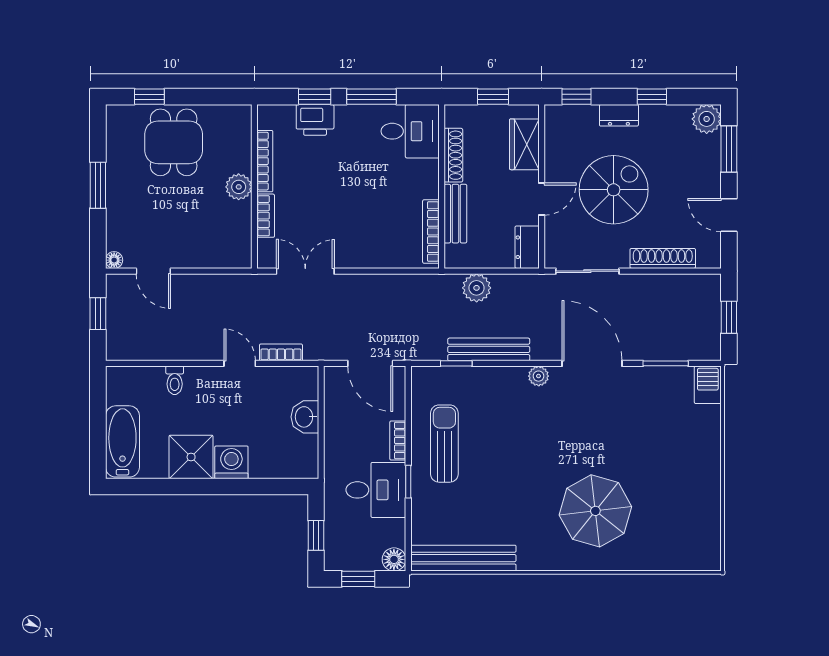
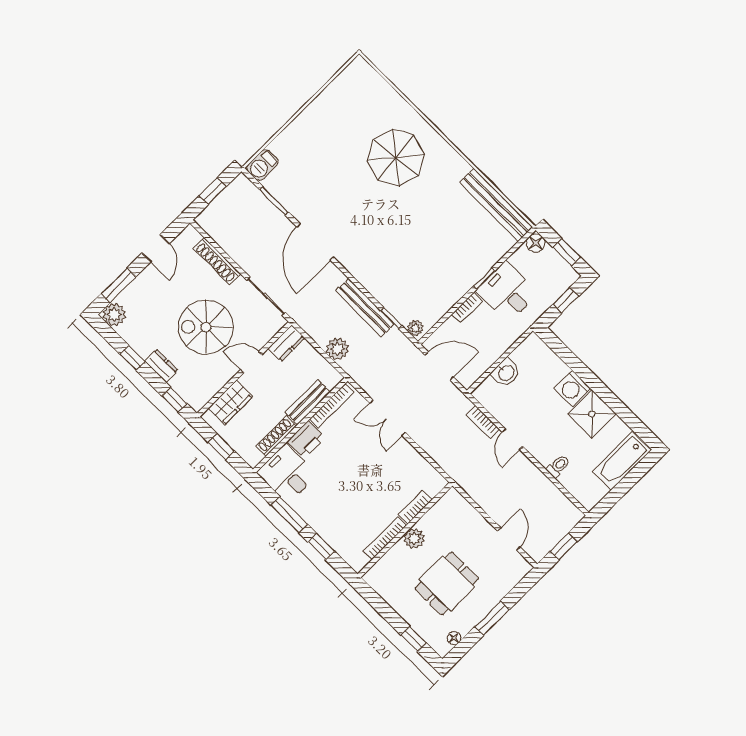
printer: (315, 120) -> (306, 439), moved, turned 90
dining table: (174, 142) -> (447, 583), moved
floor lamp: (114, 260) -> (454, 638), moved
double door: (305, 271) -> (388, 418), moved
door: (370, 363) -> (439, 366), hinge flipped
plant: (539, 376) -> (415, 328), moved
sun lounger: (444, 444) -> (443, 280), removed

